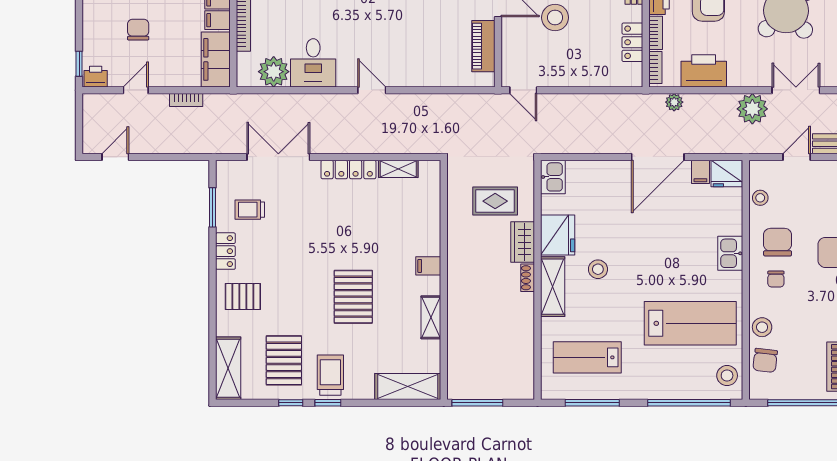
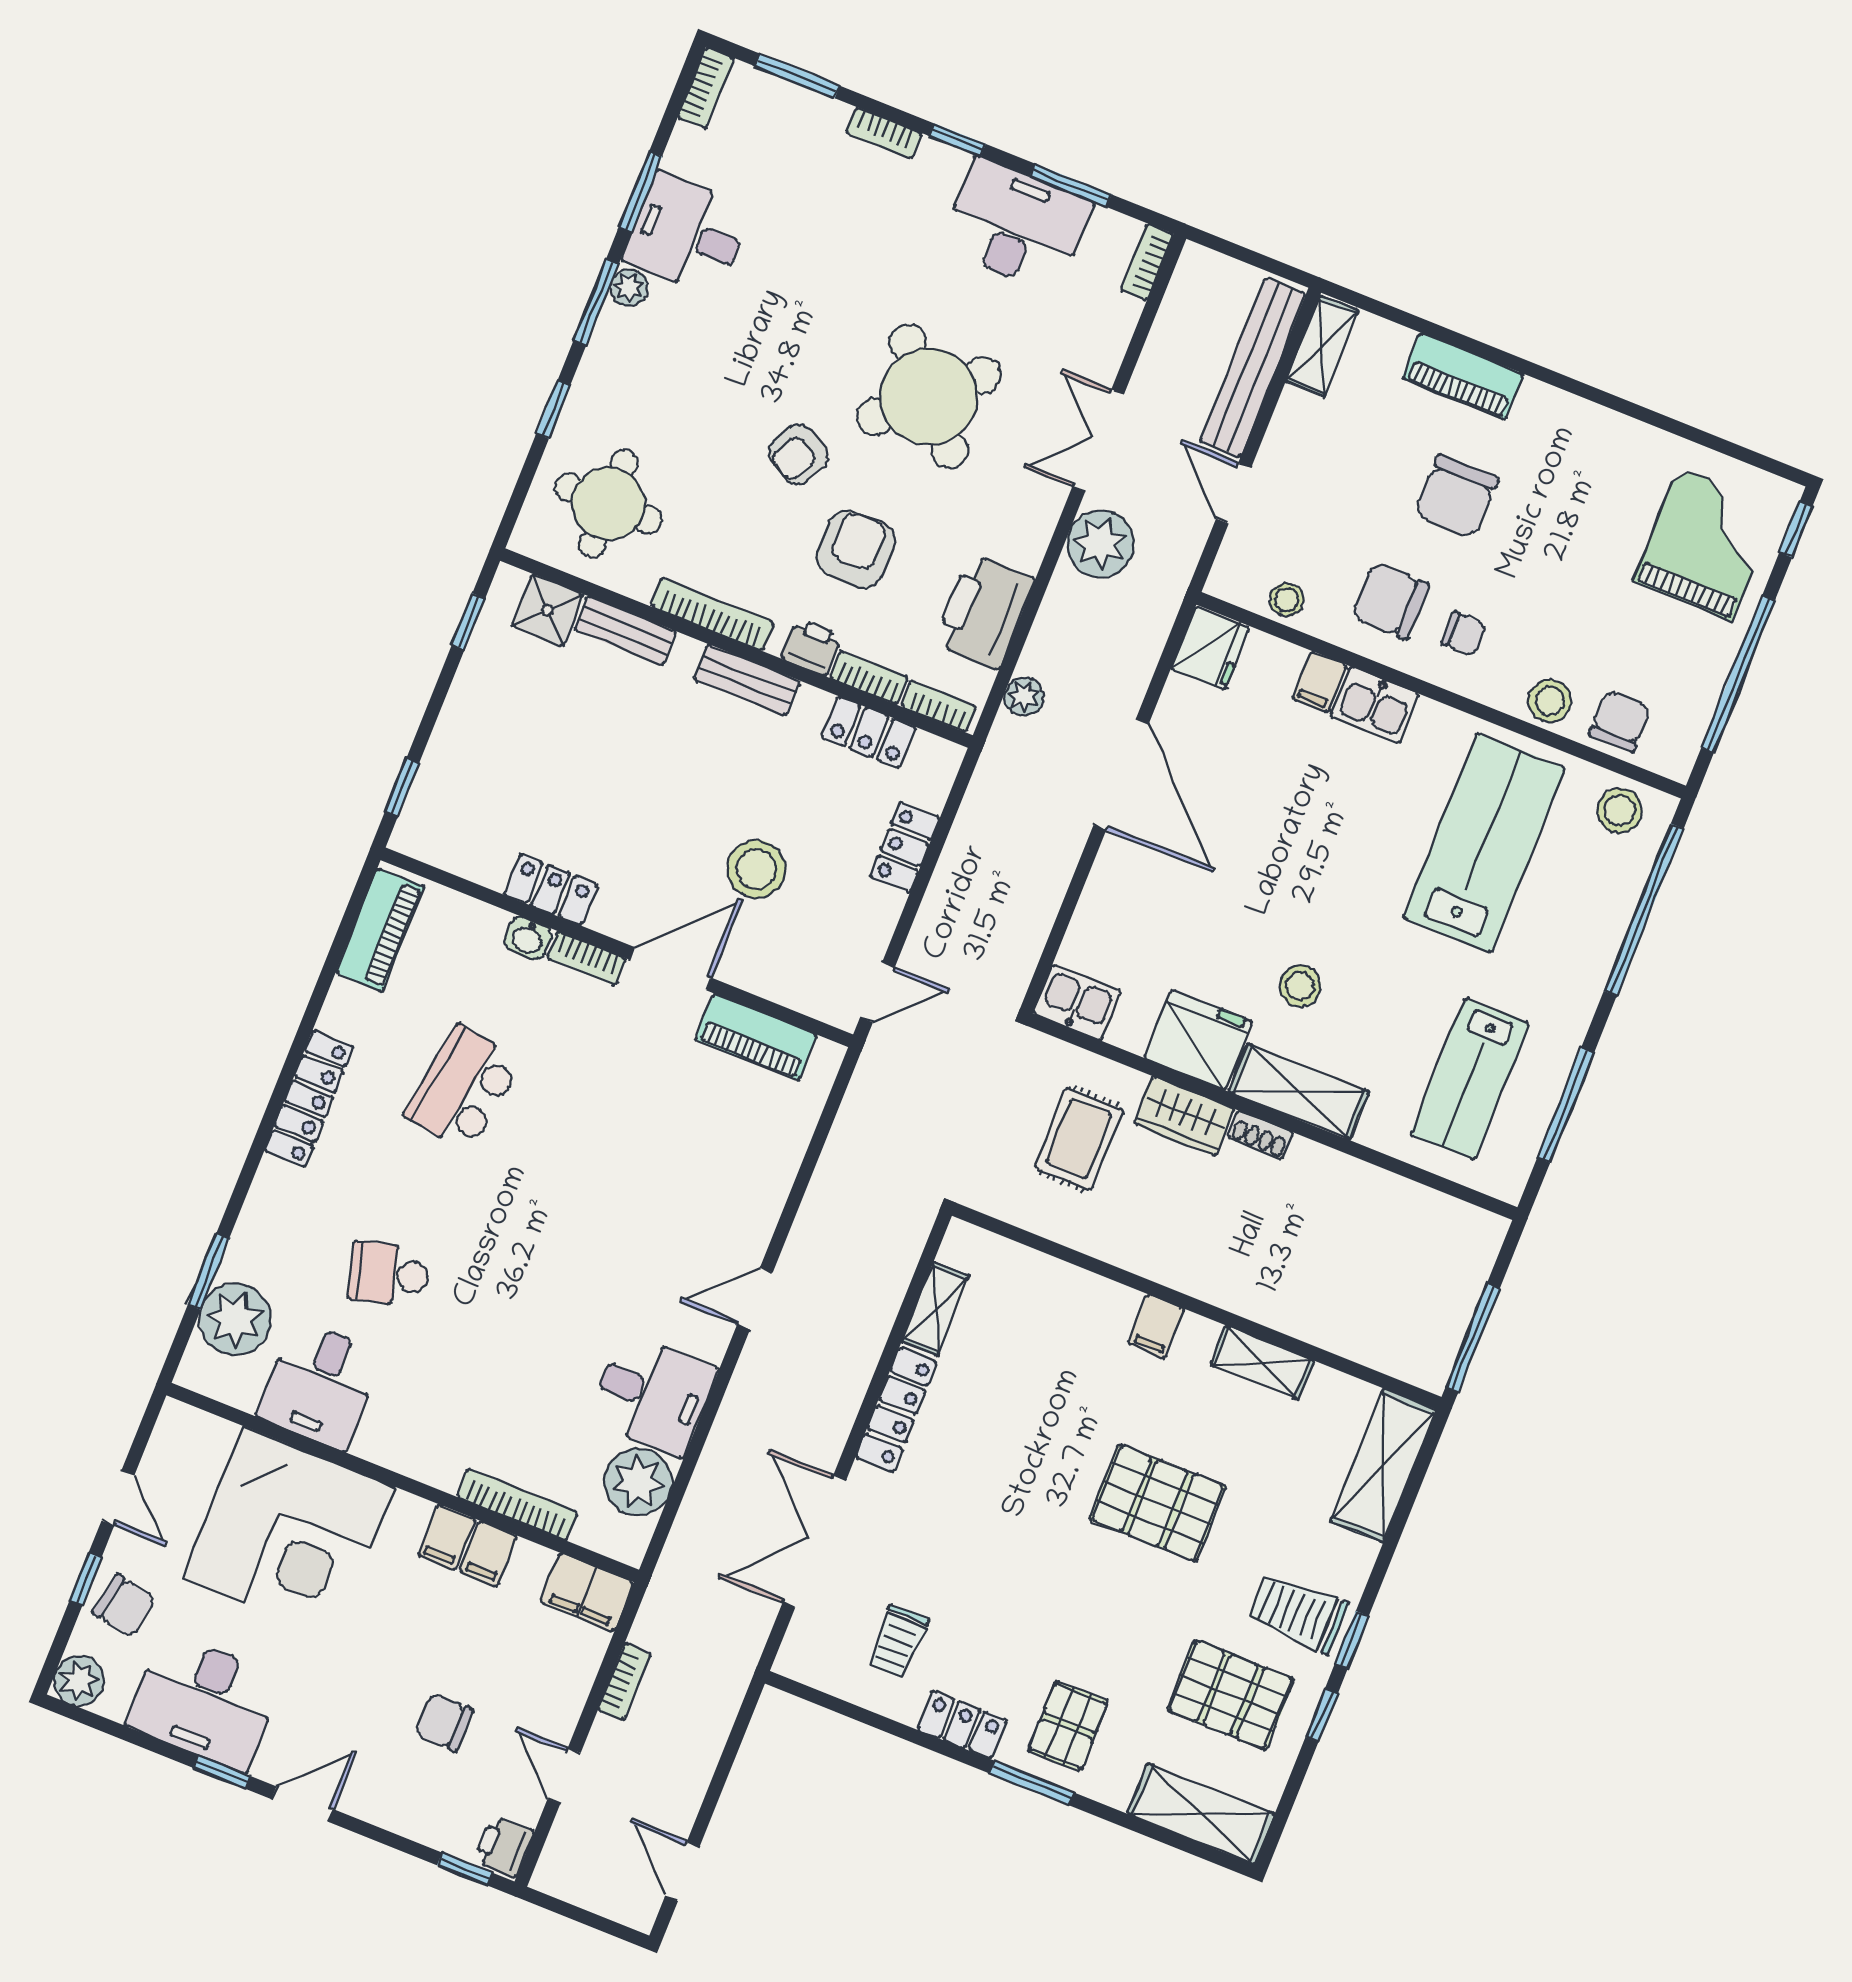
filing cabinet: (216, 59) -> (587, 1592), width x0.67, depth x0.86
locker: (590, 77) -> (905, 847), added
filing cabinet: (700, 172) -> (1319, 682), moved, turned 90
window: (212, 207) -> (1032, 1783), moved
chair: (765, 360) -> (1620, 721), turned -97

